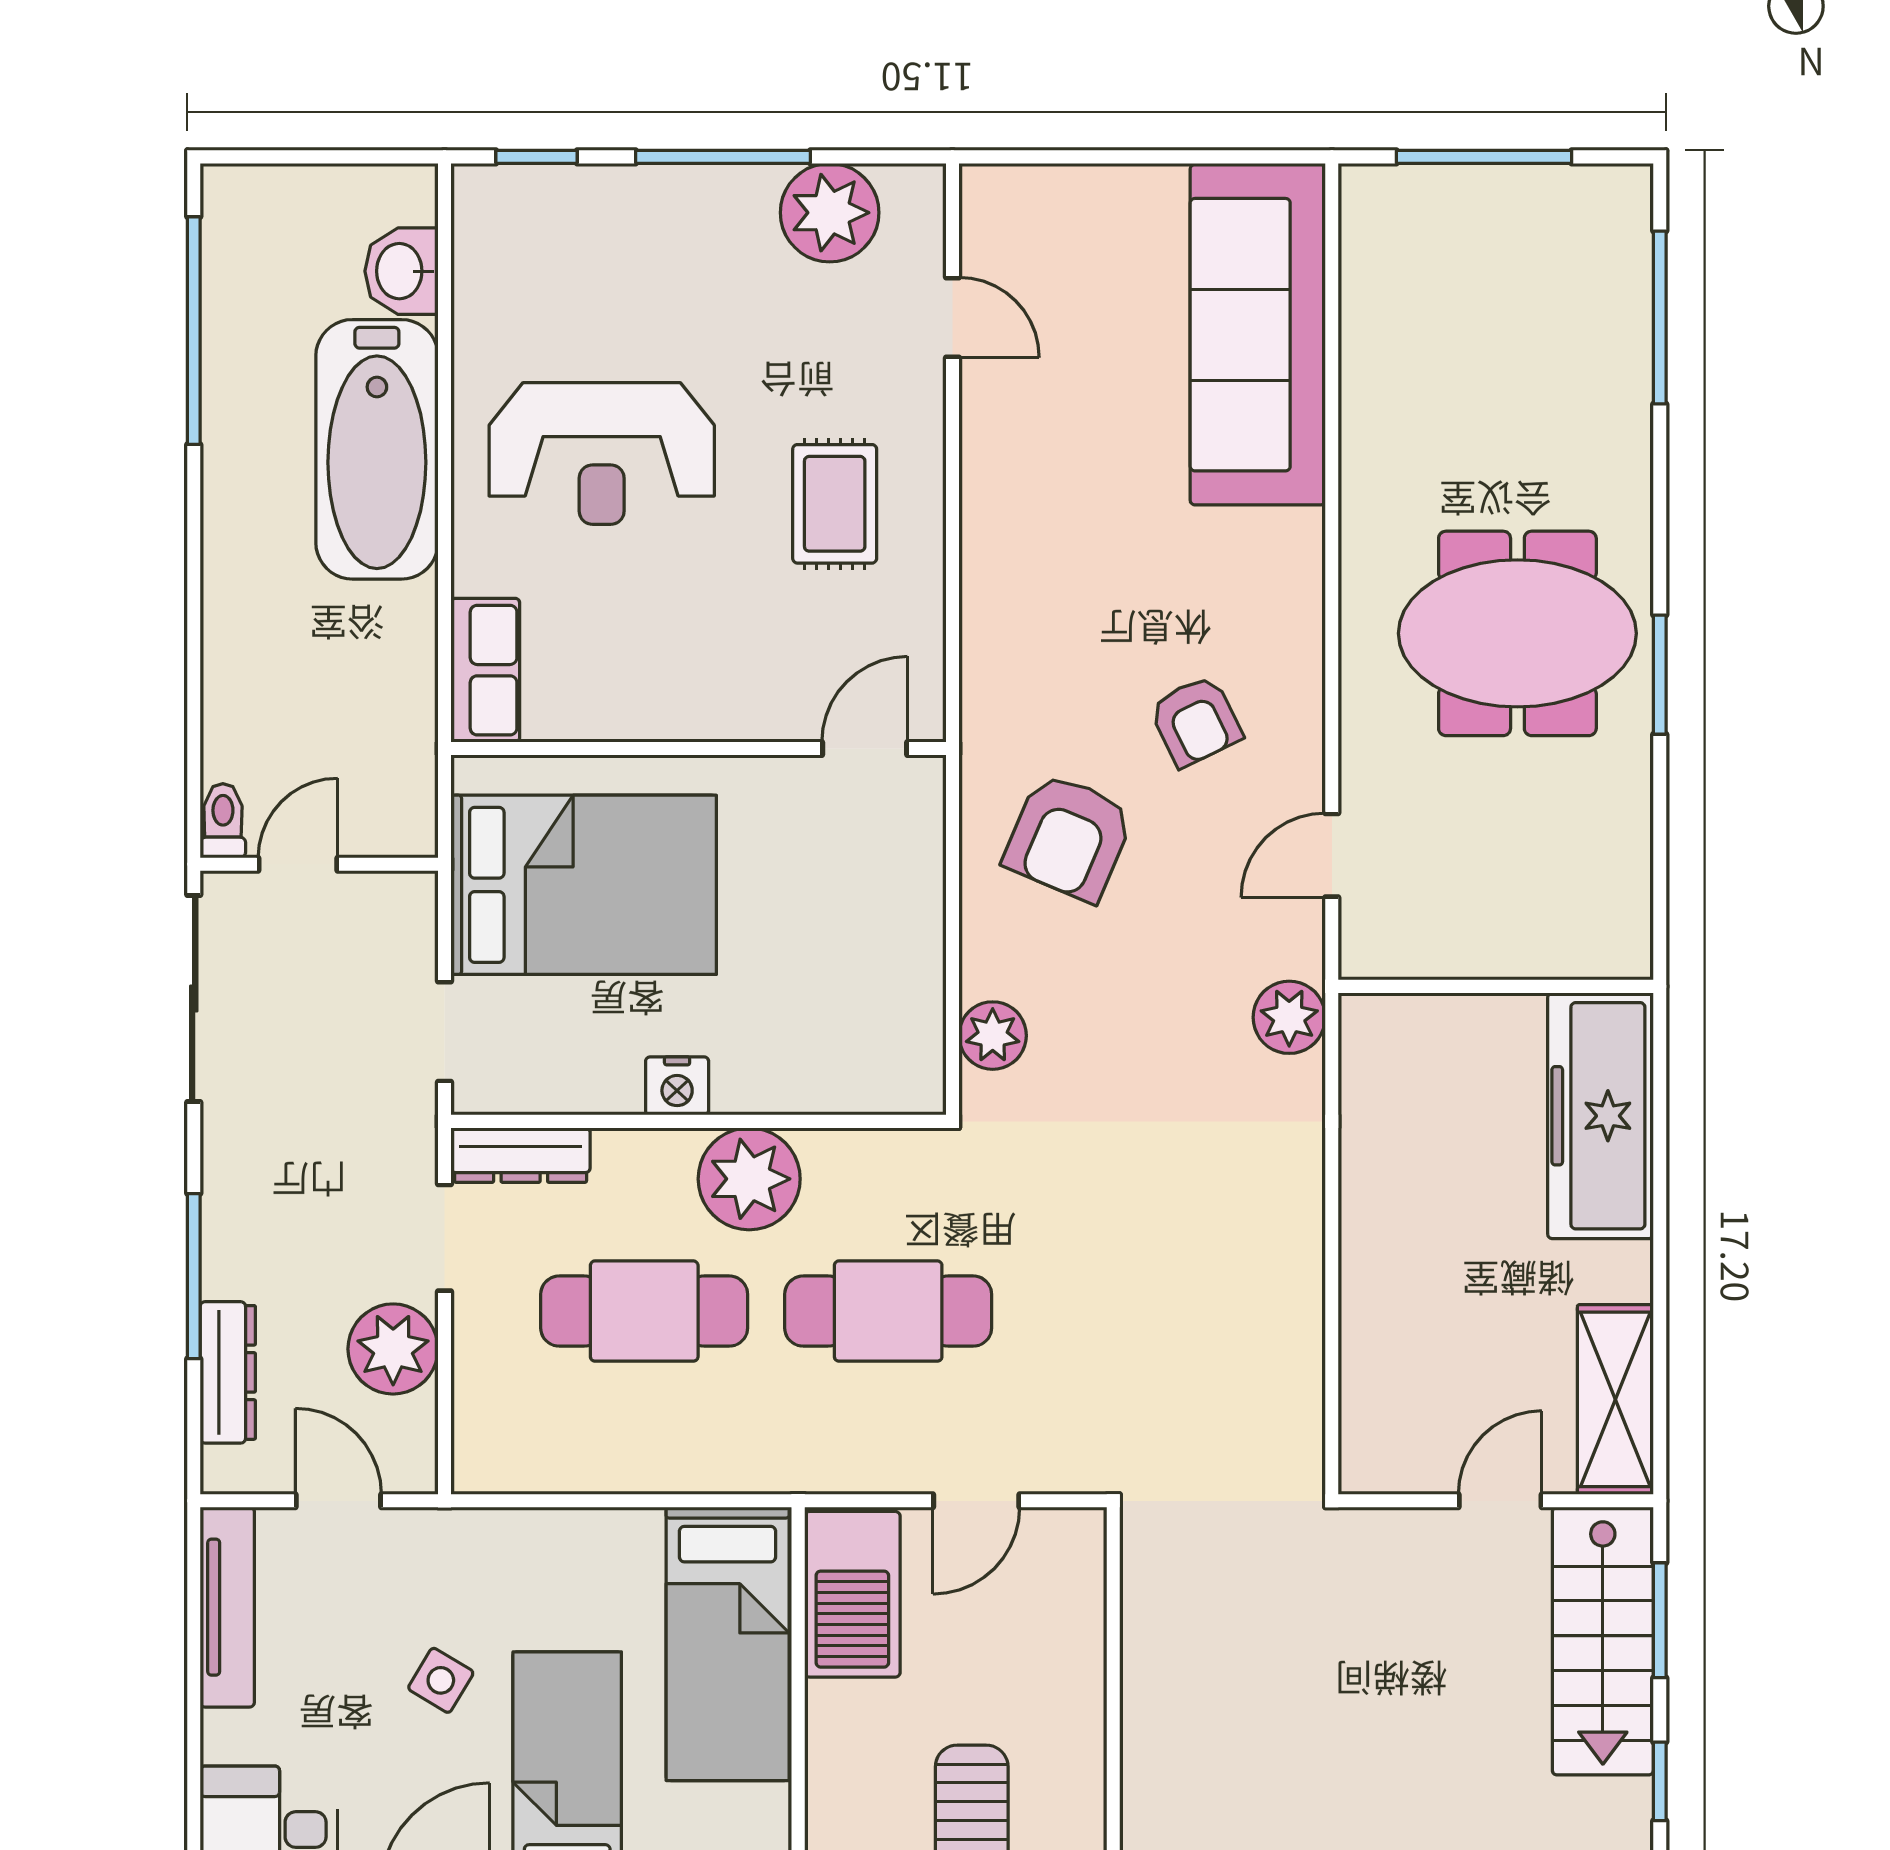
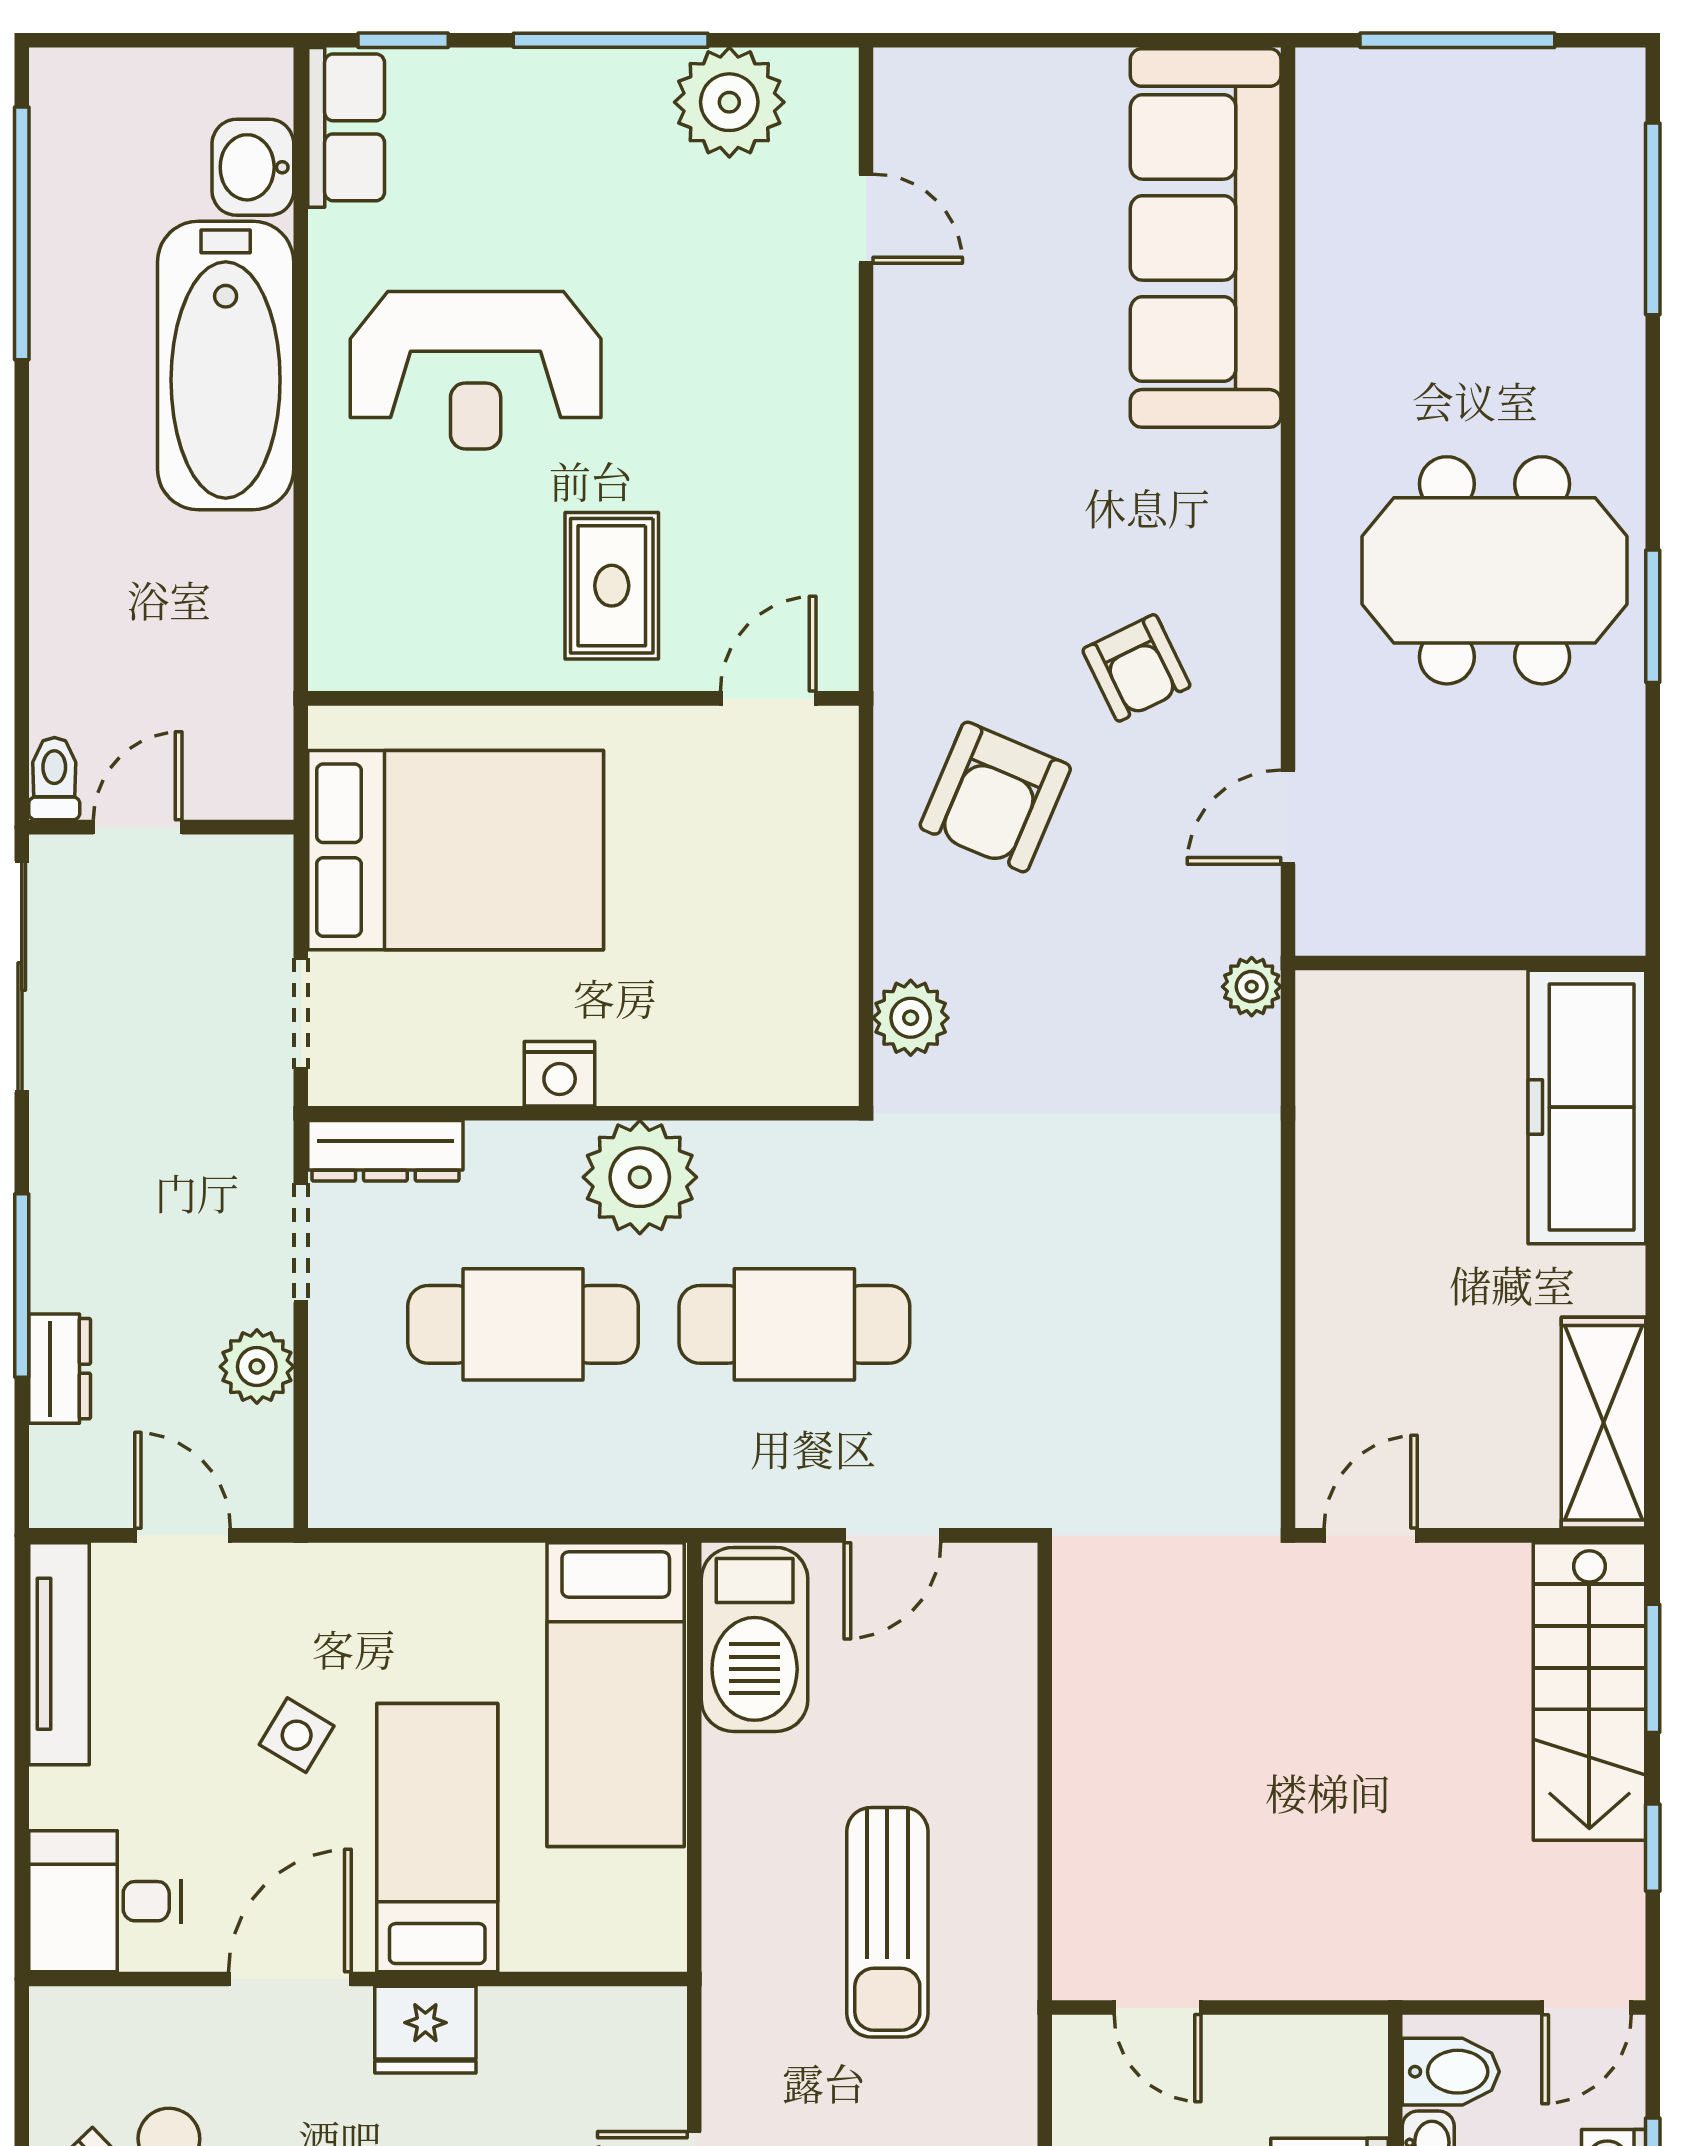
rug: (835, 504) -> (612, 586), moved
row of seats: (485, 670) -> (346, 127), moved
plant: (1289, 1017) -> (1252, 987), width x0.73, depth x0.73
plant: (393, 1349) -> (257, 1367), width x0.73, depth x0.73
dresser: (228, 1372) -> (60, 1369), width x0.70
door: (1500, 1501) -> (1371, 1535), moved

